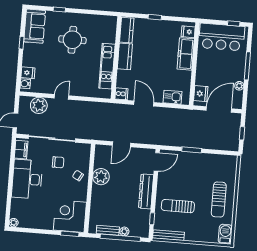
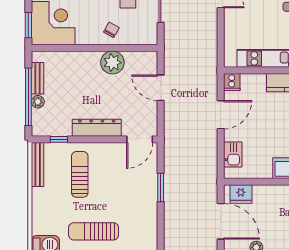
door: (157, 162) -> (140, 139), hinge flipped

